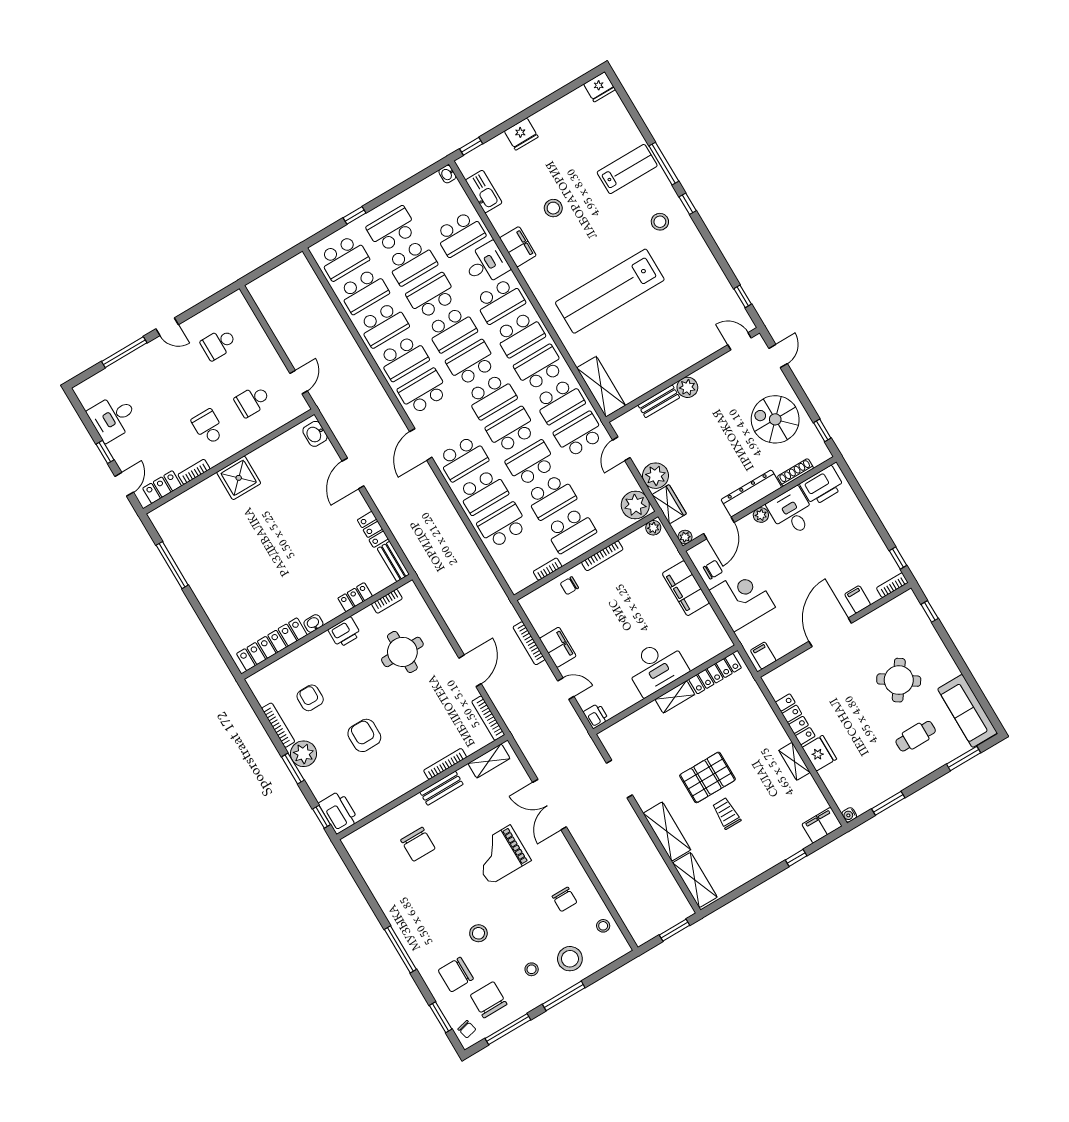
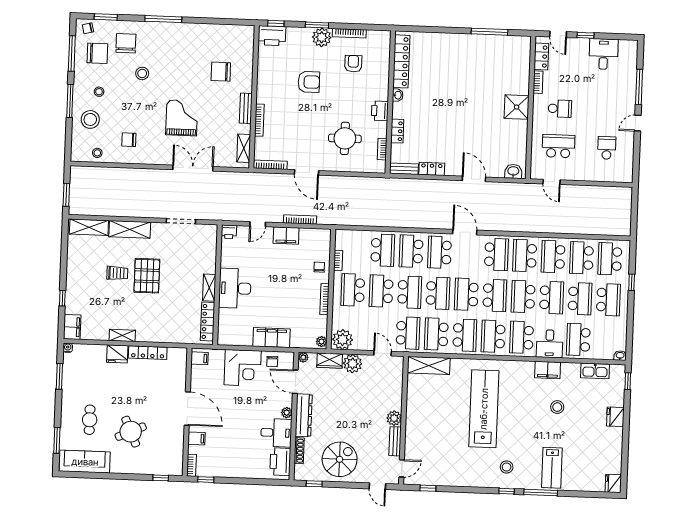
school desk: (412, 263) -> (580, 299), turned 180
school desk: (252, 401) -> (558, 146), width x1.85
bench: (659, 401) -> (395, 441), moved
round table: (899, 680) -> (131, 432), turned 32
armchair: (310, 698) -> (353, 64), turned -90

